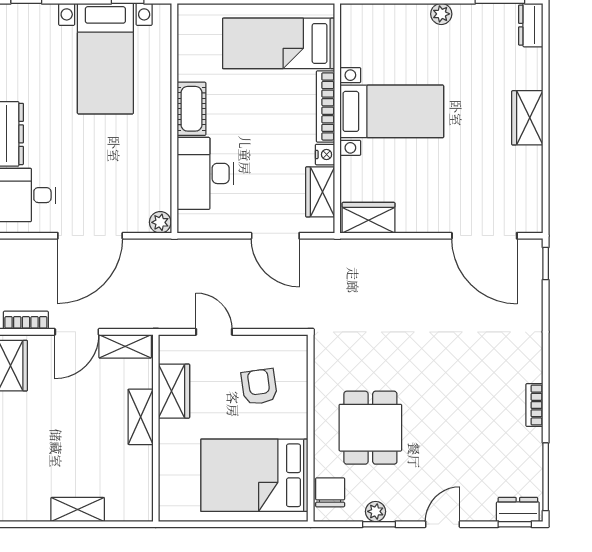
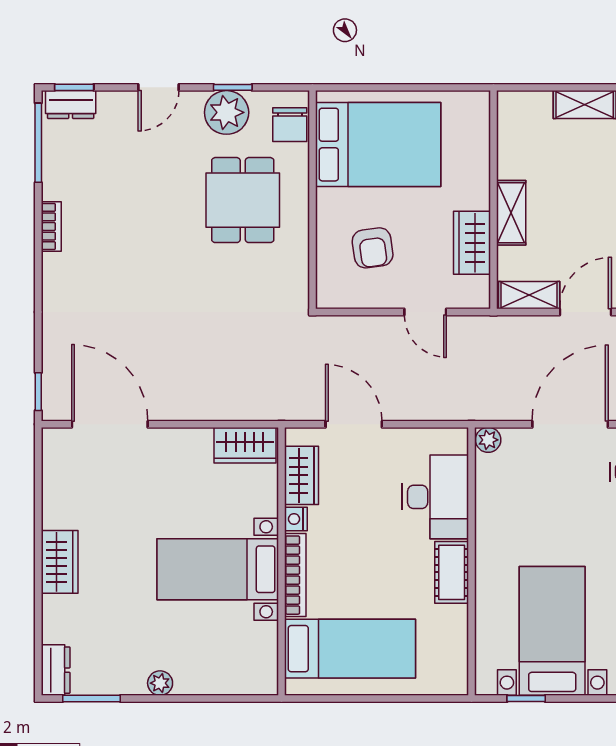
plant: (376, 511) -> (227, 112), width x1.88, depth x1.88

